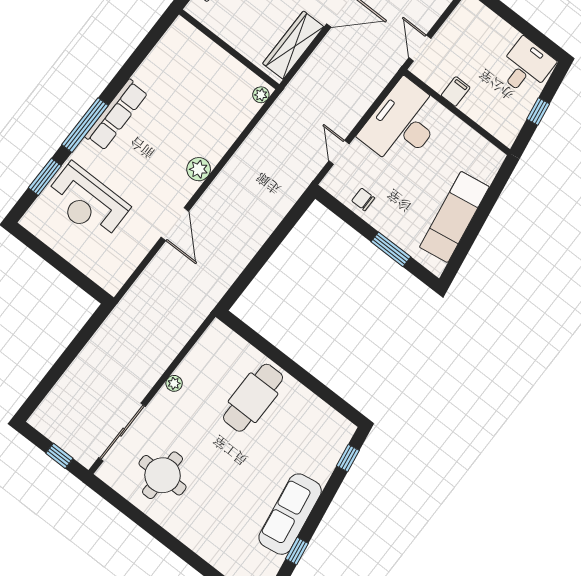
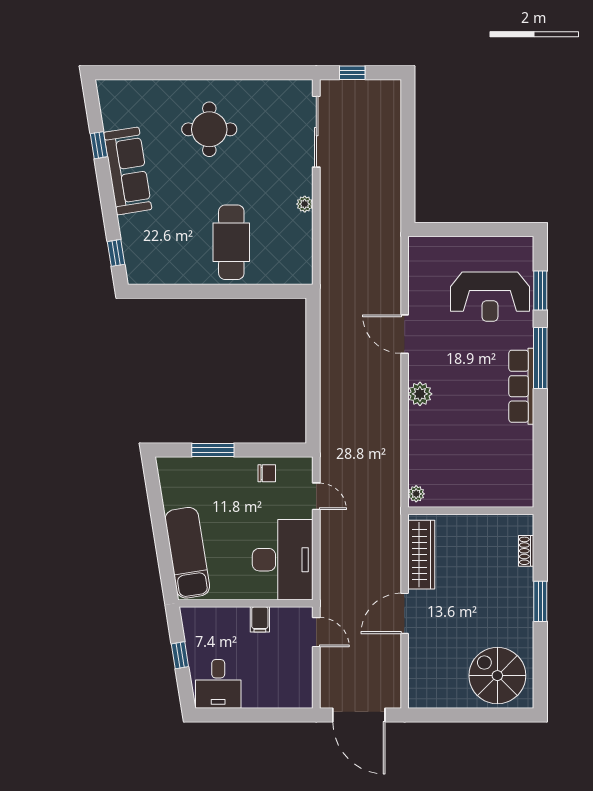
reception desk: (87, 202) -> (490, 297), turned 180
exam couch: (454, 217) -> (187, 553), moved
round table: (163, 475) -> (209, 129), moved

